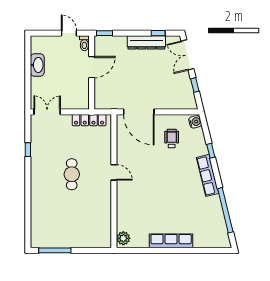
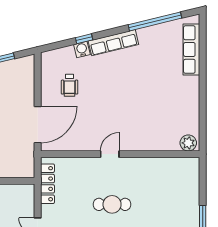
water cooler: (195, 122) -> (82, 49), moved
wheelchair: (172, 139) -> (70, 85), turned -90
row of seats: (171, 241) -> (191, 50), moved

